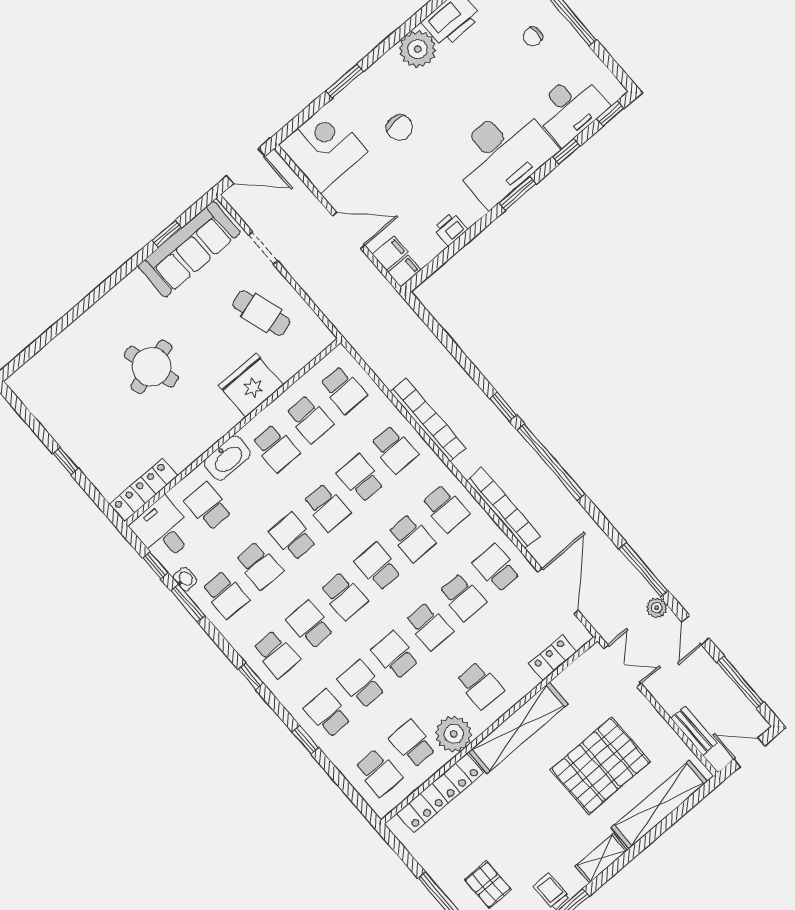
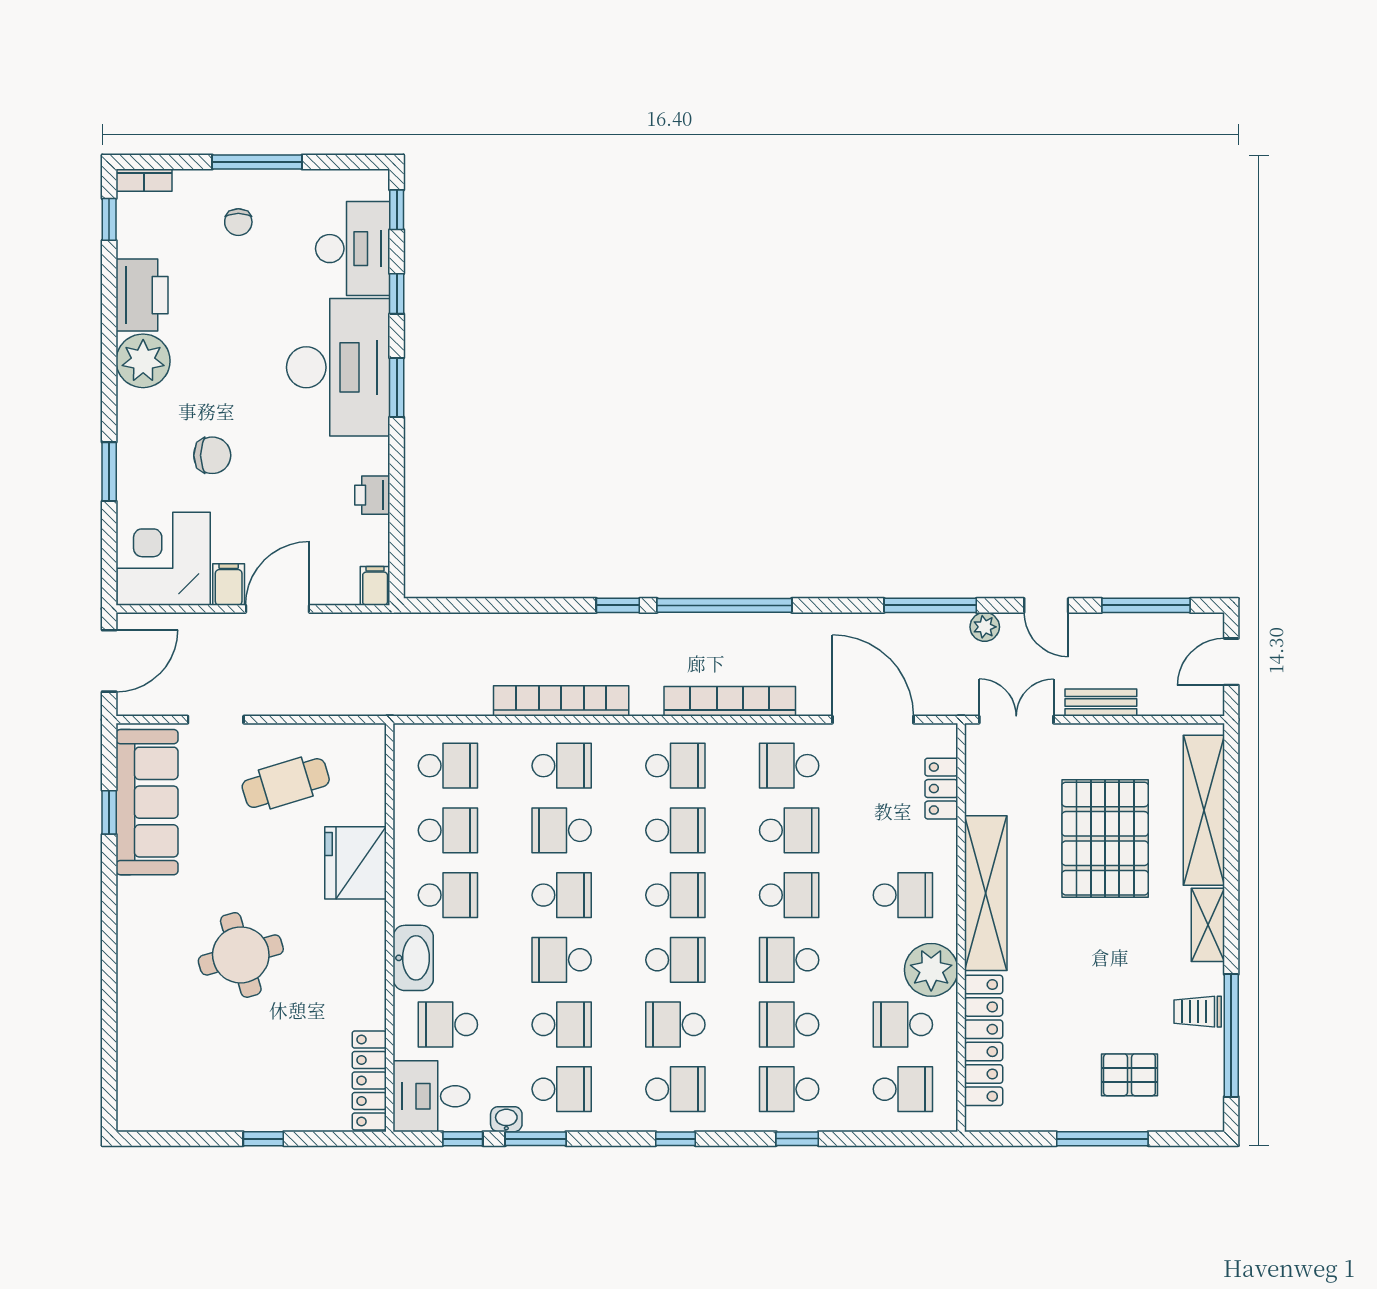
filing cabinet: (390, 253) -> (229, 584), moved
school desk: (378, 567) -> (675, 895), turned 180
bench: (694, 731) -> (1101, 703), moved

